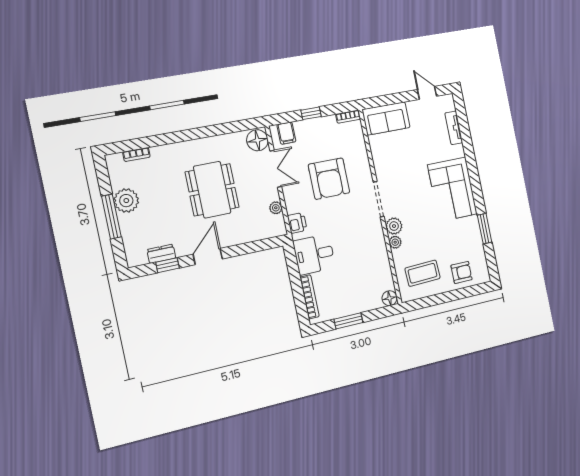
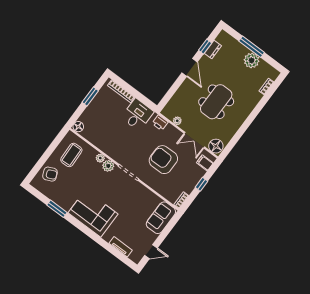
dining table: (212, 190) -> (216, 102), turned 90
armchair: (462, 272) -> (50, 174), turned -114

